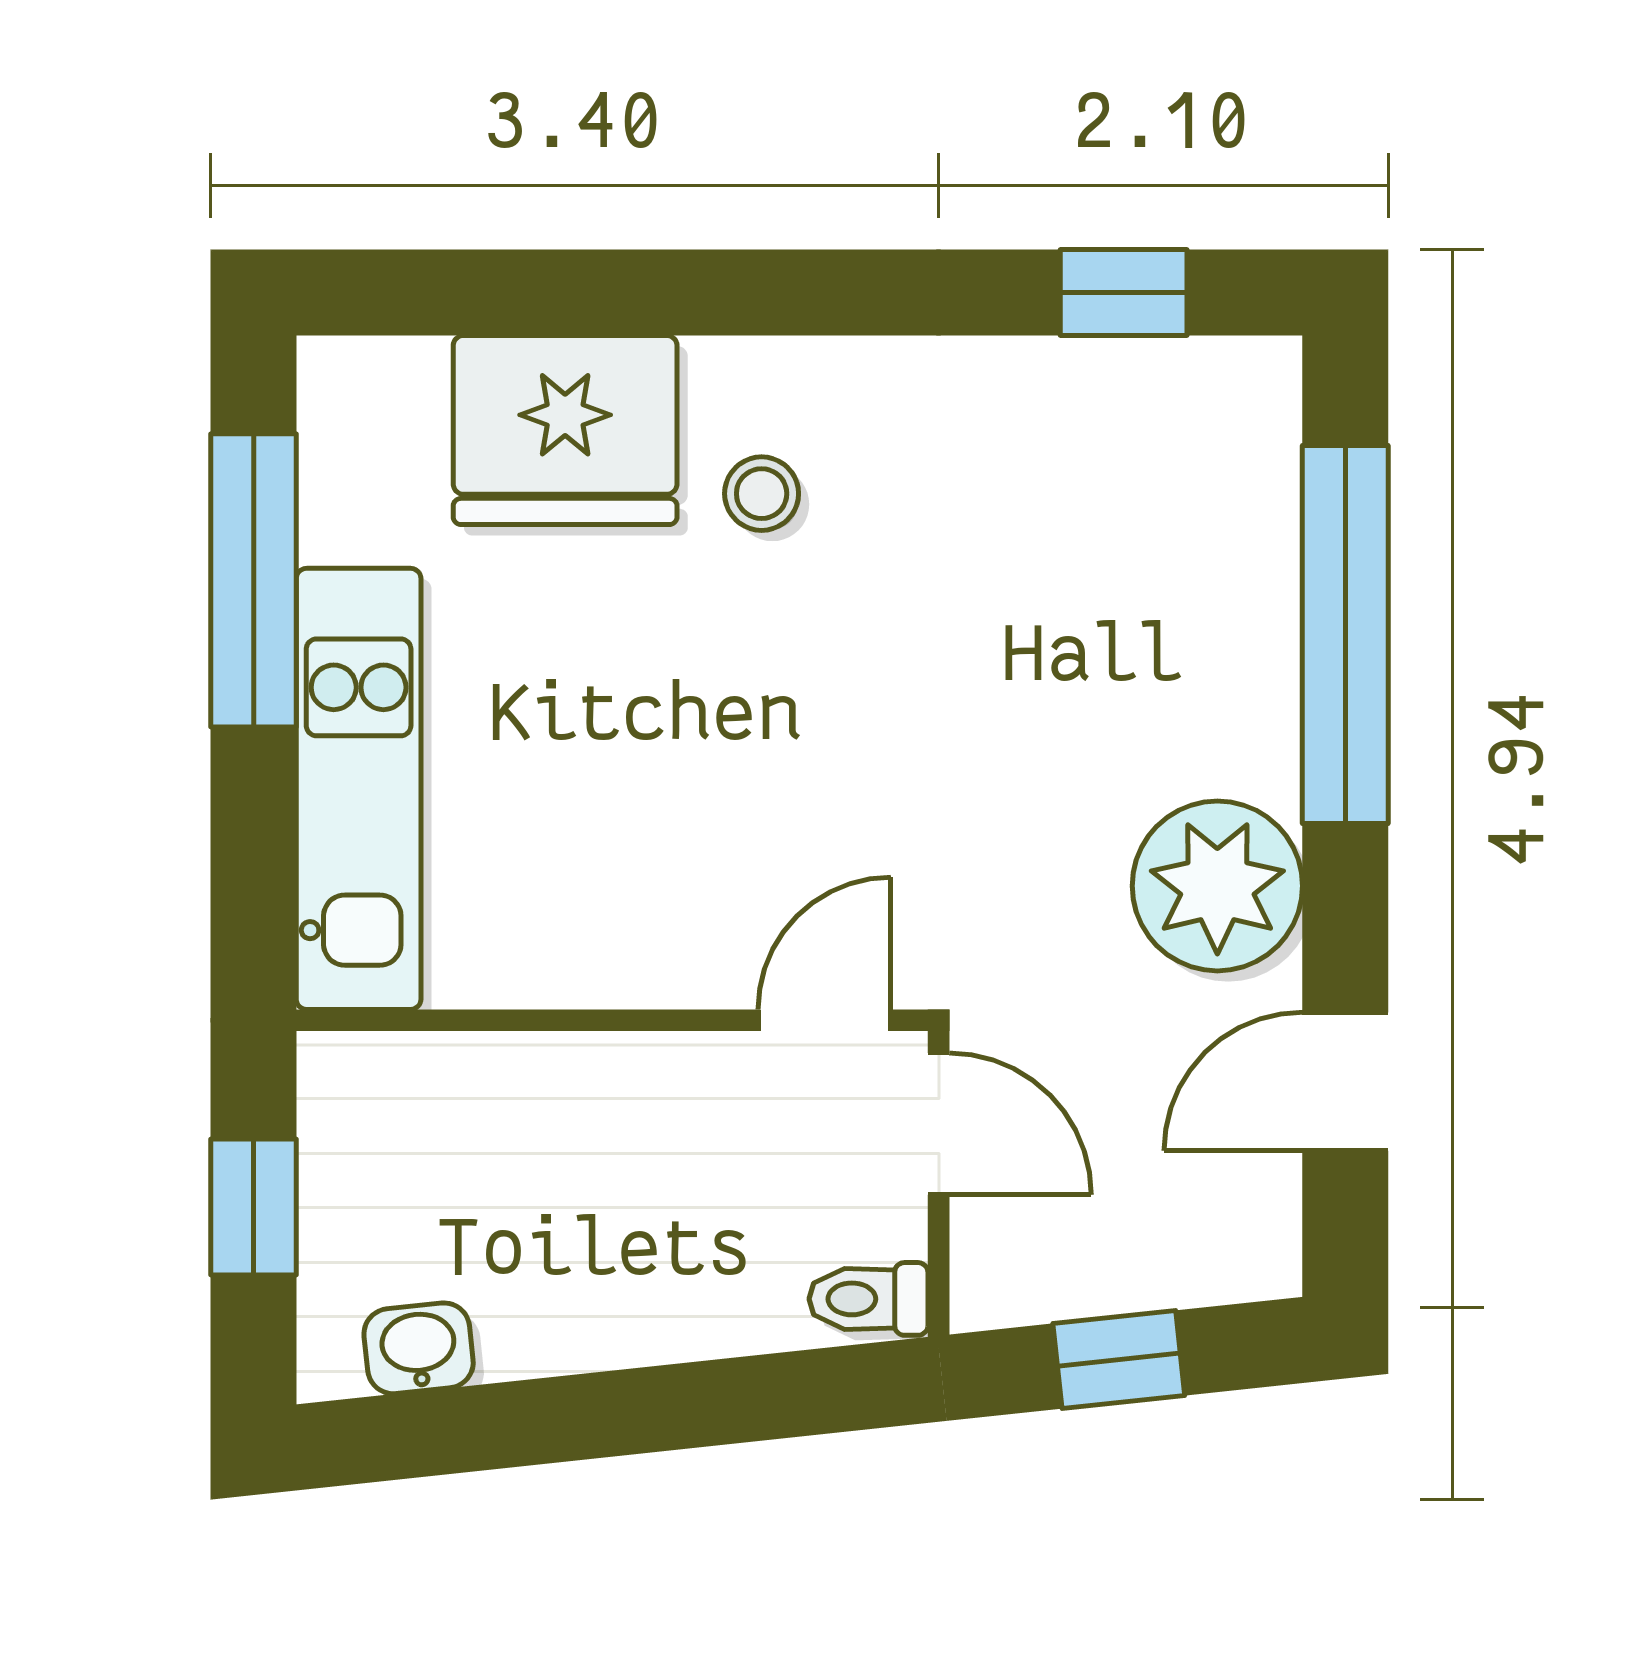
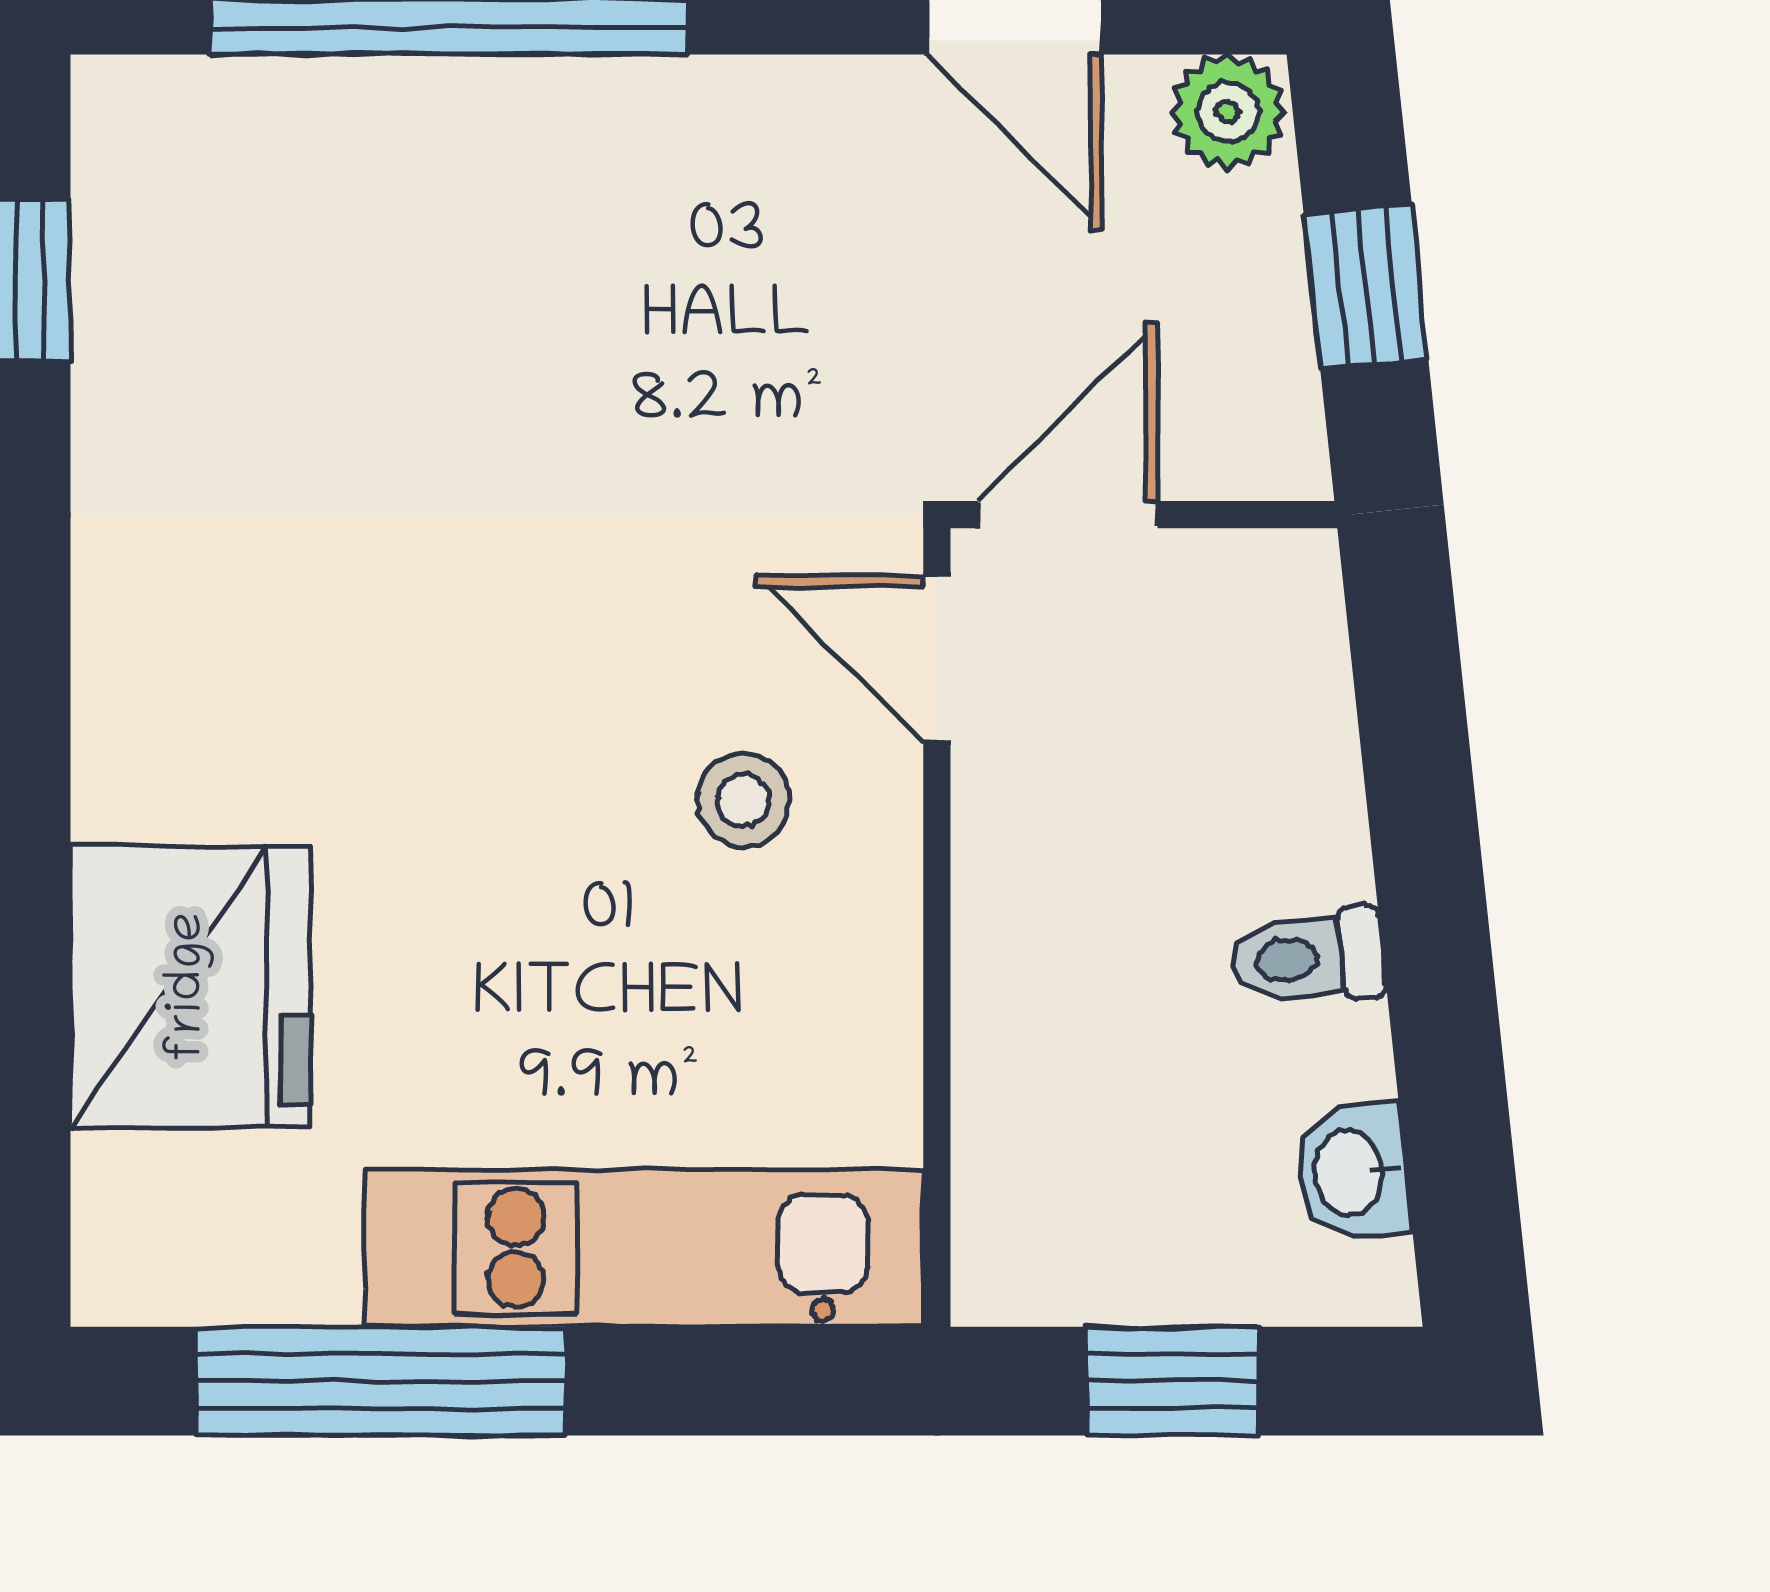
stool: (762, 494) -> (743, 800), moved
plant: (1217, 886) -> (1228, 112), moved, width x0.53, depth x0.53
toilet: (868, 1299) -> (1308, 958), moved, turned 84

